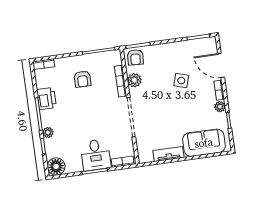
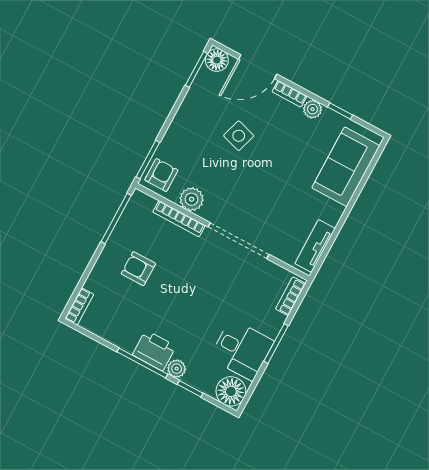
floor lamp: (210, 44) -> (217, 60), added
armchair: (135, 57) -> (161, 175), turned -93
armchair: (82, 79) -> (138, 269), turned 180
printer: (46, 99) -> (154, 350), moved
tv unit: (168, 154) -> (315, 246), moved
desk: (96, 155) -> (242, 350), moved

